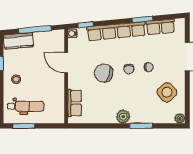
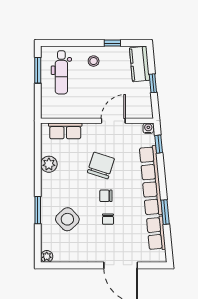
window: (35, 29) -> (153, 83), width x0.46
side table: (167, 92) -> (67, 219), moved
plant: (123, 117) -> (49, 164), moved

